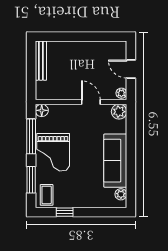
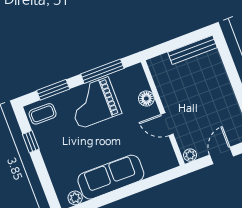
door: (91, 102) -> (167, 124), swing flipped
floor lamp: (42, 110) -> (146, 99), moved
plant: (119, 112) -> (168, 160), removed

